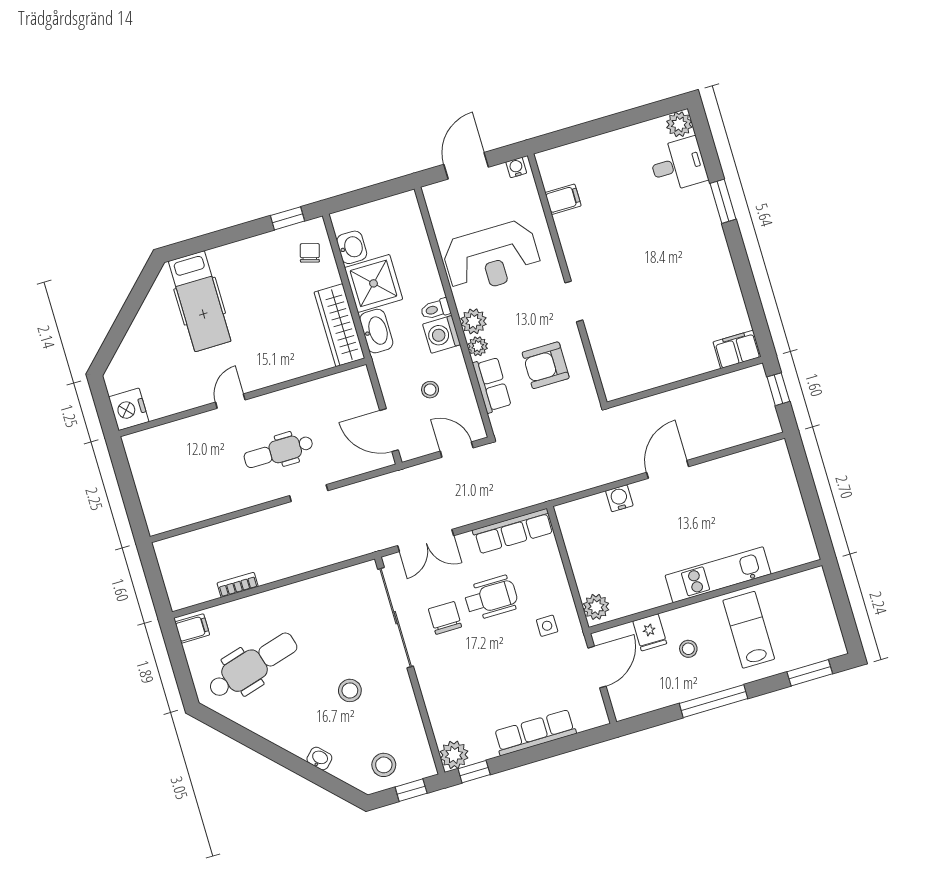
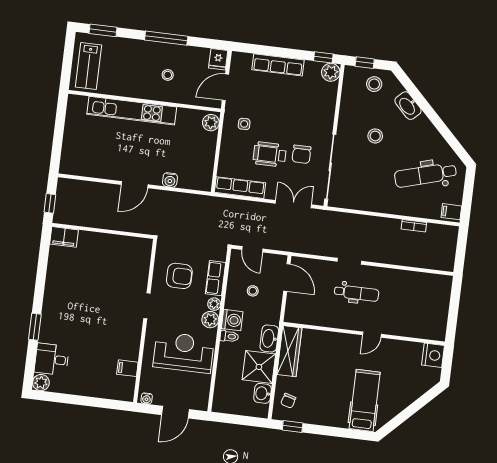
kitchen unit: (718, 575) -> (132, 111), width x1.36
lab bench: (749, 630) -> (89, 66), moved
fridge: (650, 632) -> (218, 59), moved, turned 180
washbasin: (319, 758) -> (408, 106), width x1.91, depth x1.45

